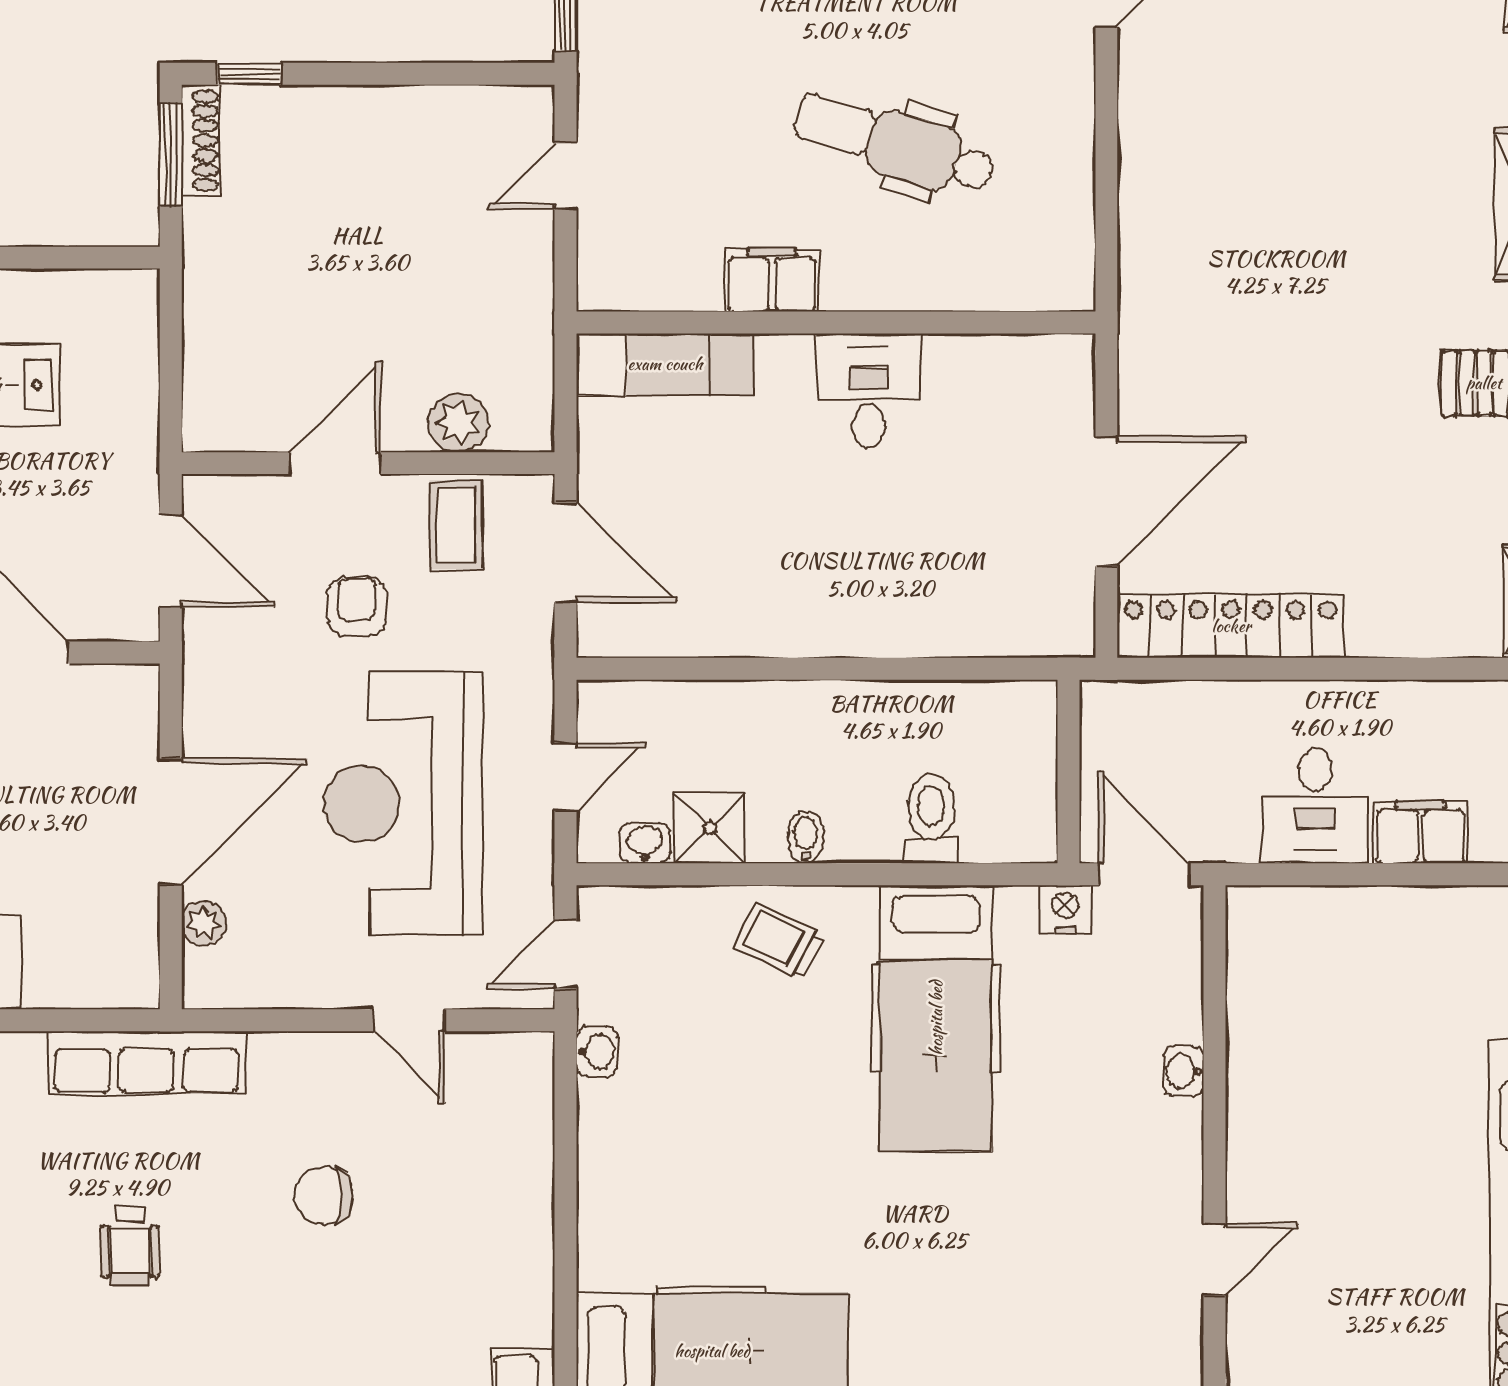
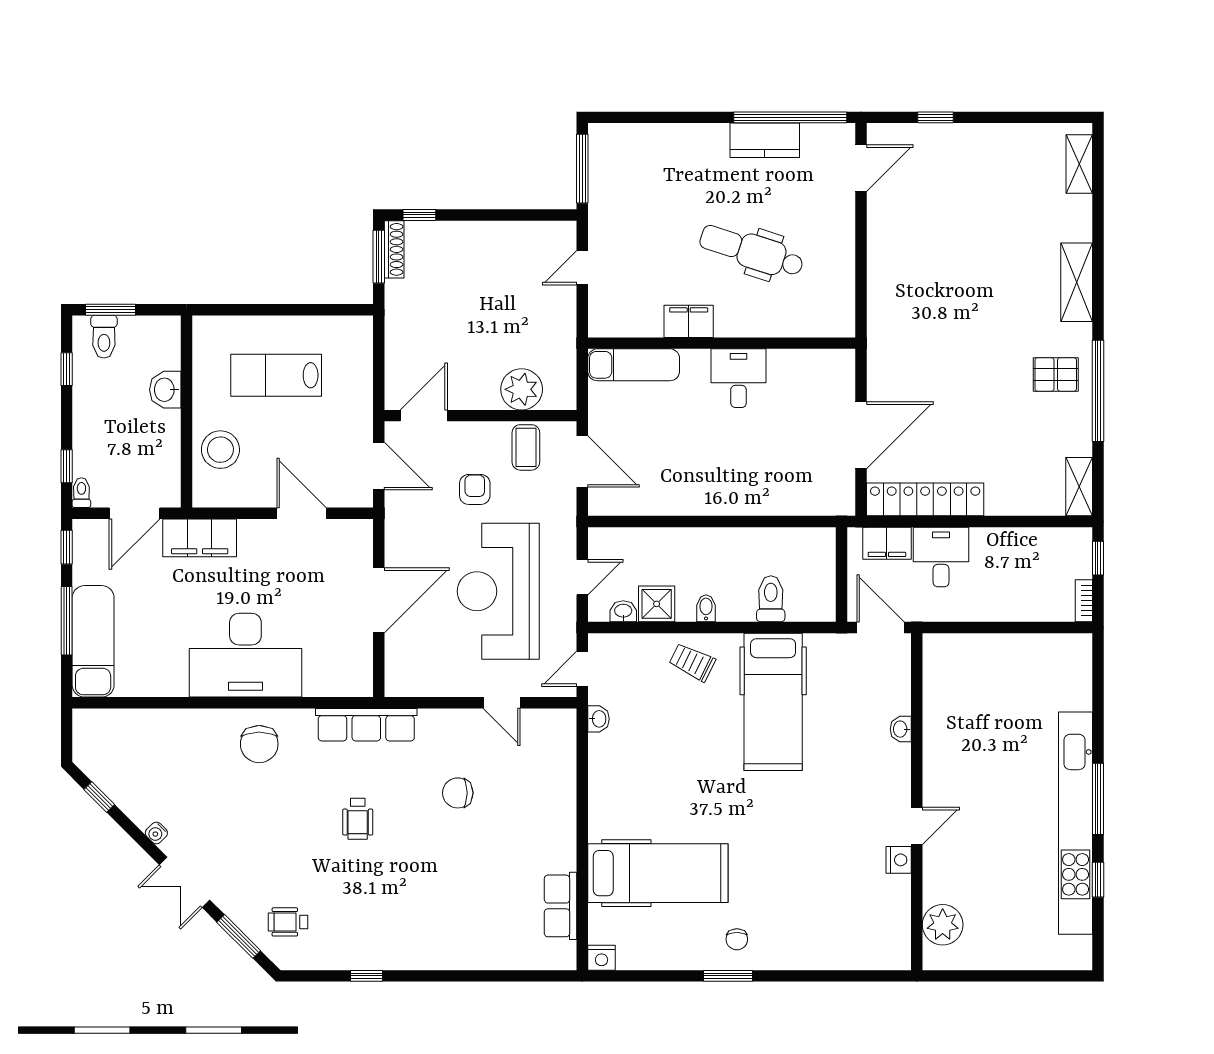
plant: (458, 423) -> (522, 389), width x1.36, depth x1.36
door: (335, 463) -> (424, 416), moved
desk: (1316, 805) -> (941, 557), moved, turned 180
filing cabinet: (1420, 832) -> (887, 543), moved, turned 180
nightstand: (1065, 909) -> (899, 860), moved, turned 90
plant: (204, 923) -> (396, 653), removed

